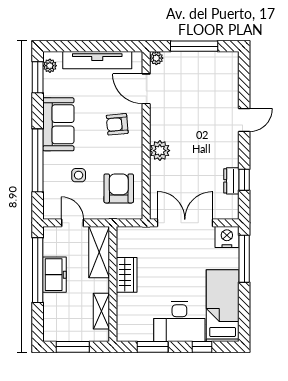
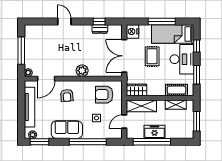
window: (244, 259) -> (162, 21), moved
rug: (184, 270) -> (152, 56), added
wardrobe: (127, 275) -> (137, 90), moved
cot: (126, 312) -> (176, 90), added

